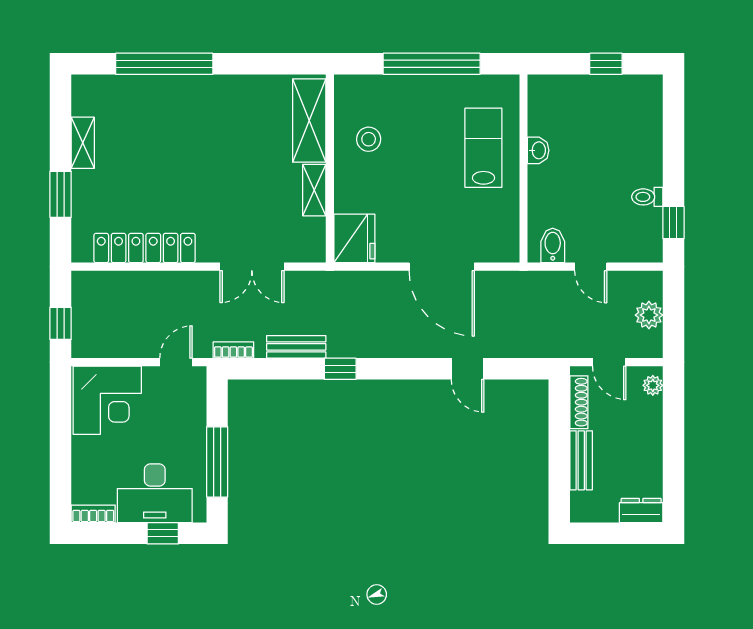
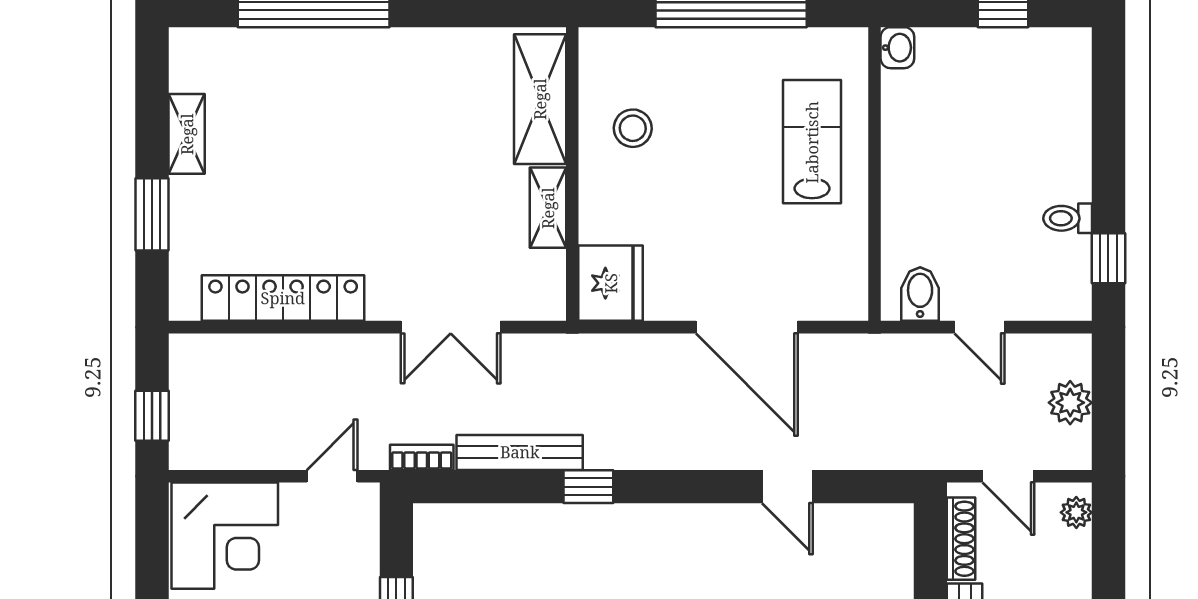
washbasin: (538, 150) -> (897, 48), moved
bench: (296, 347) -> (520, 452), width x1.36

